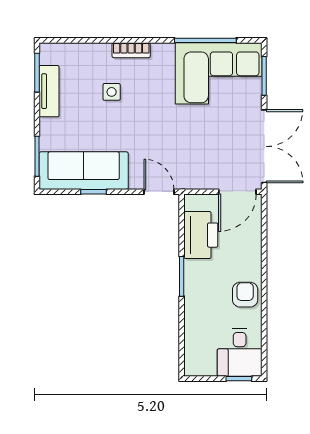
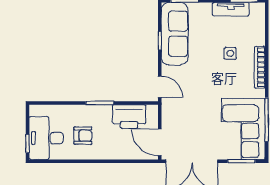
bookcase: (131, 50) -> (260, 67), width x1.56
door: (159, 192) -> (160, 87), hinge flipped
armchair: (245, 295) -> (83, 136), moved
desk: (240, 353) -> (46, 138), width x1.37

